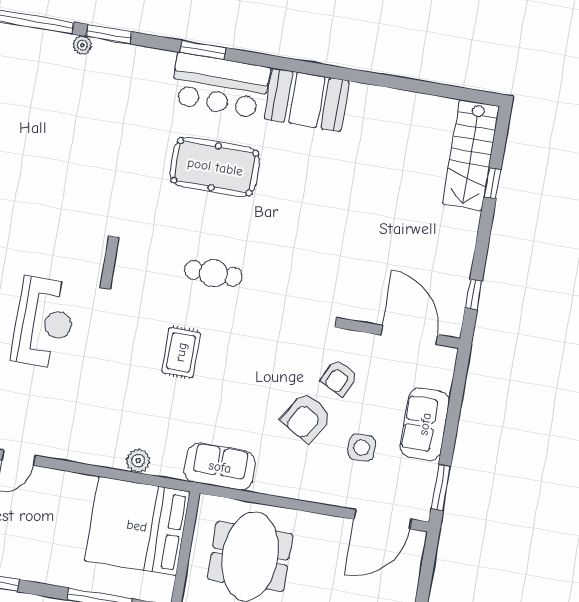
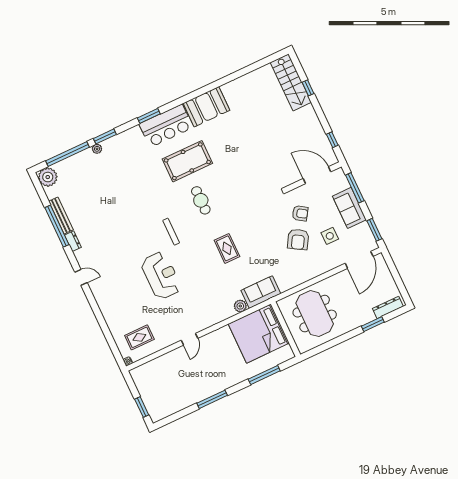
cafe table: (213, 273) -> (201, 200), moved, turned 90
armchair: (339, 378) -> (300, 213), turned -82
window: (456, 398) -> (355, 188), added
sofa: (220, 467) -> (261, 292), moved

